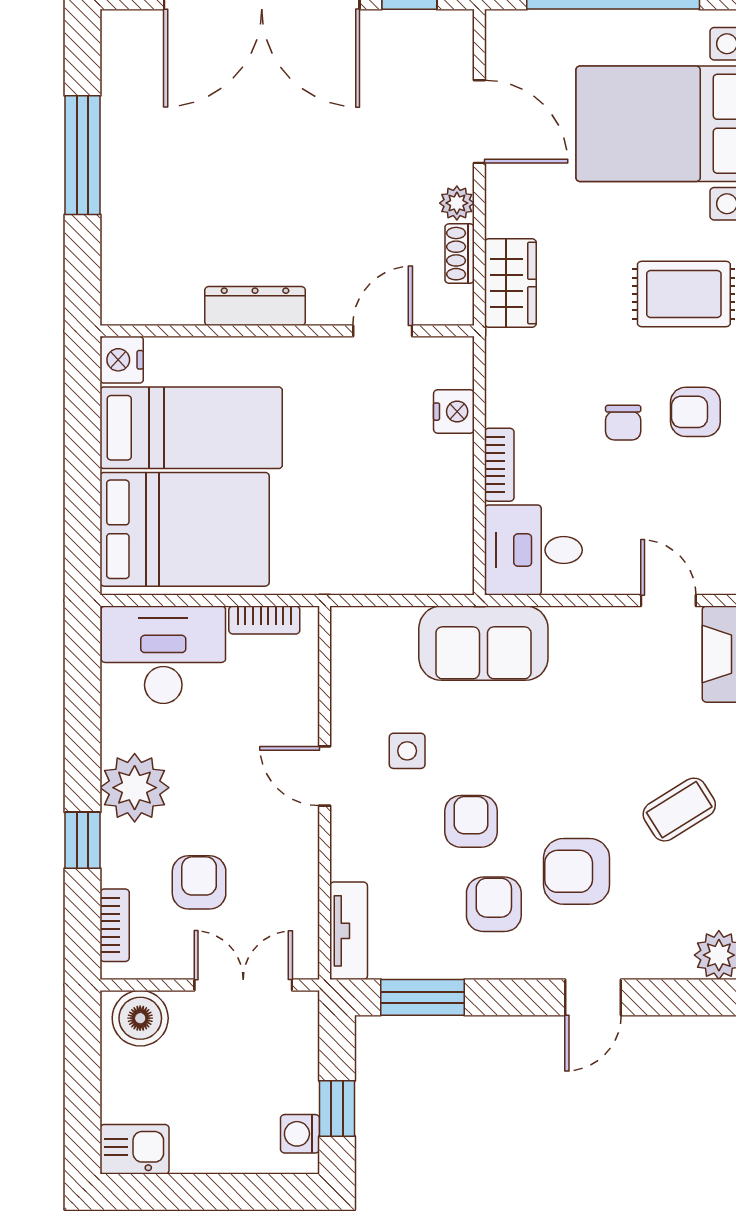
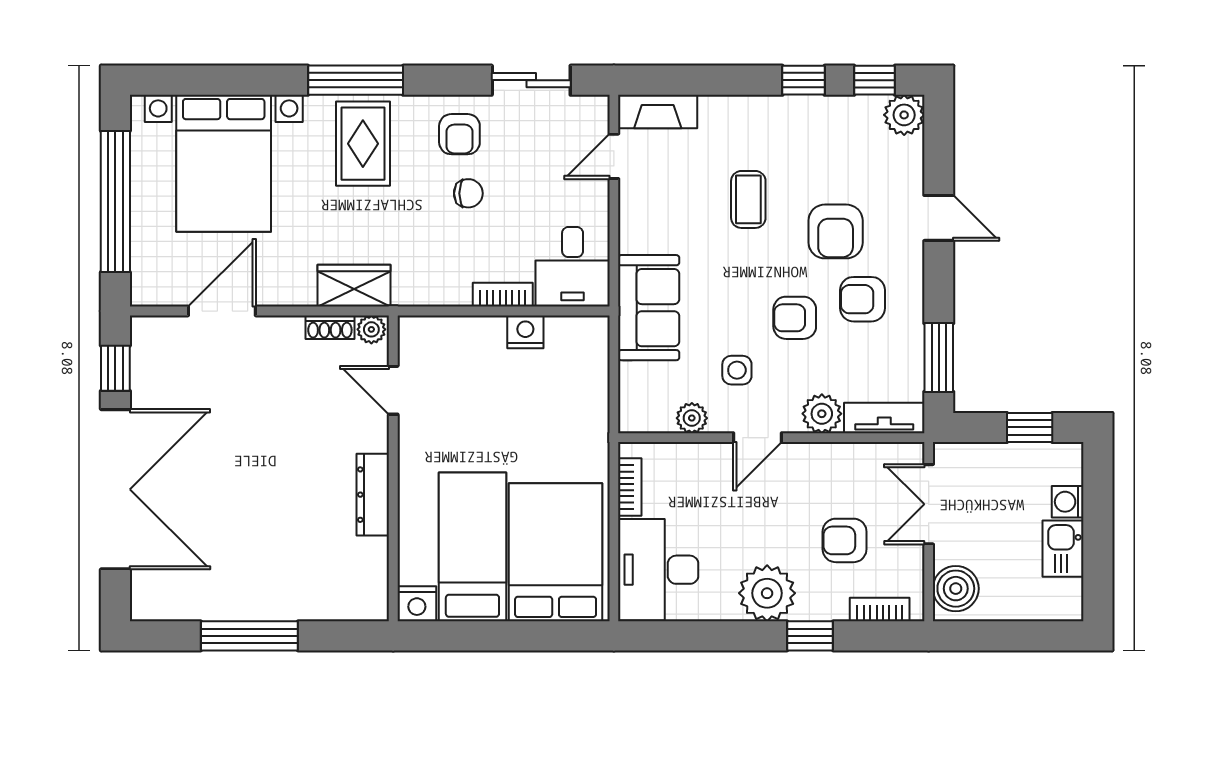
plant: (457, 203) -> (371, 329), moved
nightstand: (454, 412) -> (525, 332), moved
plant: (349, 696) -> (692, 418), added
coffee table: (679, 810) -> (748, 199), moved, turned 32
plant: (354, 855) -> (822, 414), added
washing machine: (300, 1134) -> (1068, 502), moved, turned 90
kitchen sink: (135, 1149) -> (1063, 549), moved

